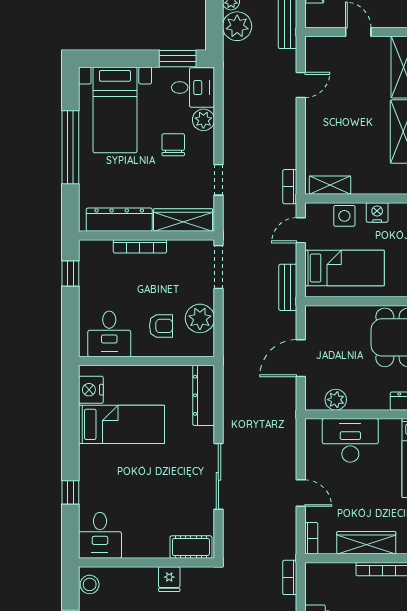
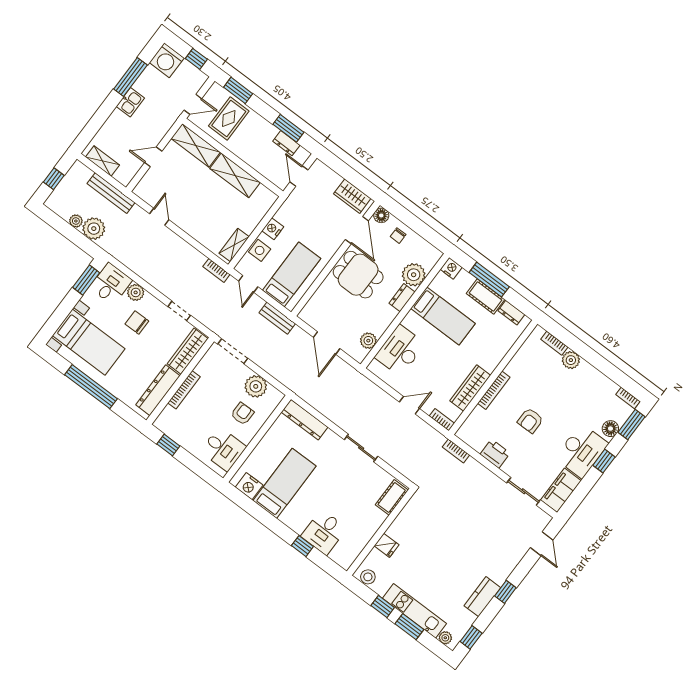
sliding door: (218, 476) -> (361, 448), width x0.73
desk: (100, 535) -> (324, 532), moved, turned 90
fridge: (169, 579) -> (387, 545), moved

